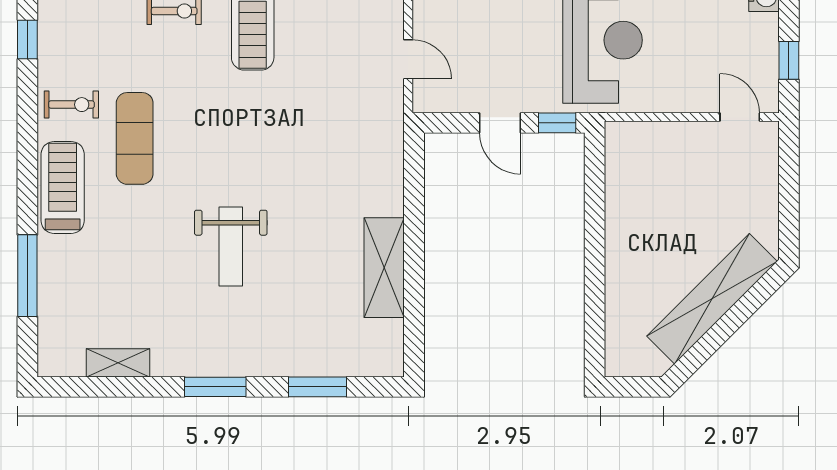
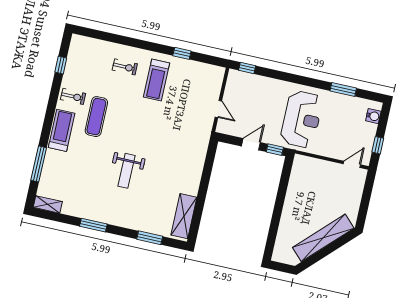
door: (740, 117) -> (352, 164), hinge flipped
door: (500, 123) -> (251, 144), swing flipped
shelving: (384, 268) -> (184, 216), moved
shelving: (118, 363) -> (48, 204), moved
window: (215, 387) -> (93, 225), moved

